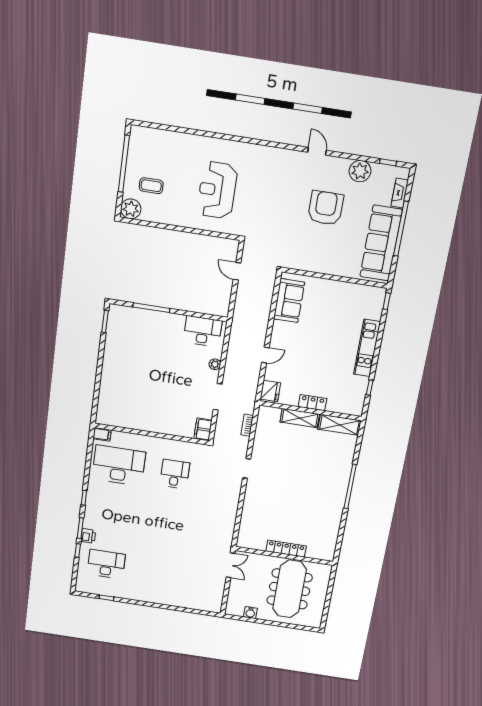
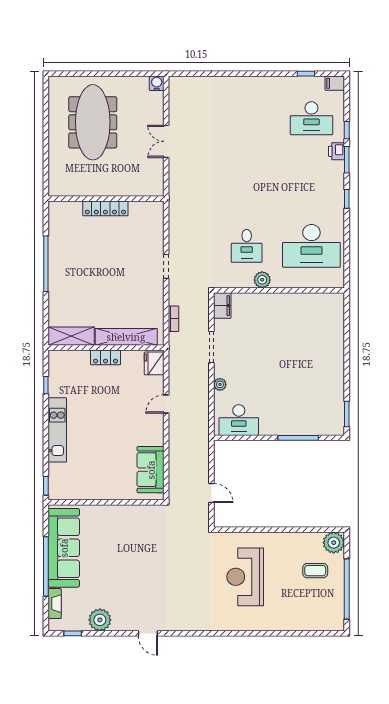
reception desk: (217, 190) -> (245, 577), turned 180
armchair: (326, 208) -> (129, 576), removed
shelving: (300, 418) -> (126, 337), width x1.47
filing cabinet: (102, 434) -> (335, 83), moved
plant: (165, 445) -> (262, 280), added
locker: (286, 549) -> (105, 208), moved
wall: (284, 556) -> (106, 199), moved
water cooler: (250, 613) -> (157, 83), moved

